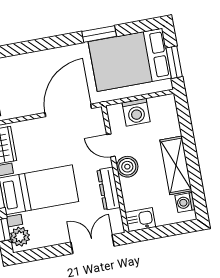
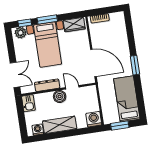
window: (99, 34) -> (135, 65), moved
bed: (130, 60) -> (127, 99), width x0.67
washing machine: (136, 112) -> (94, 119), moved, turned 90
door: (111, 145) -> (72, 87), hinge flipped

